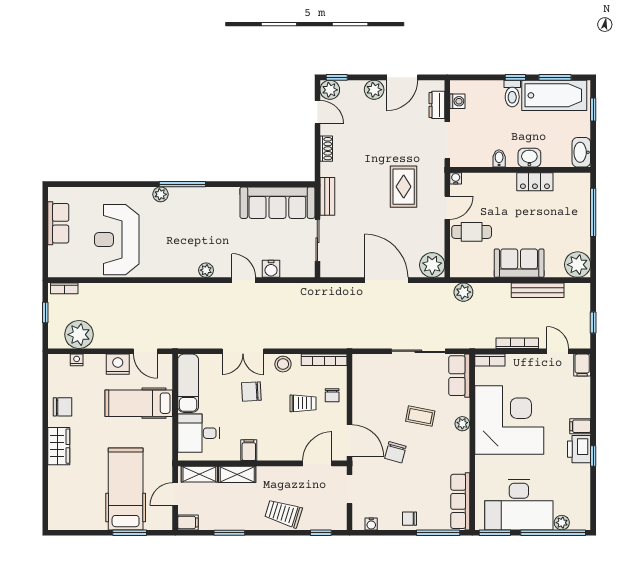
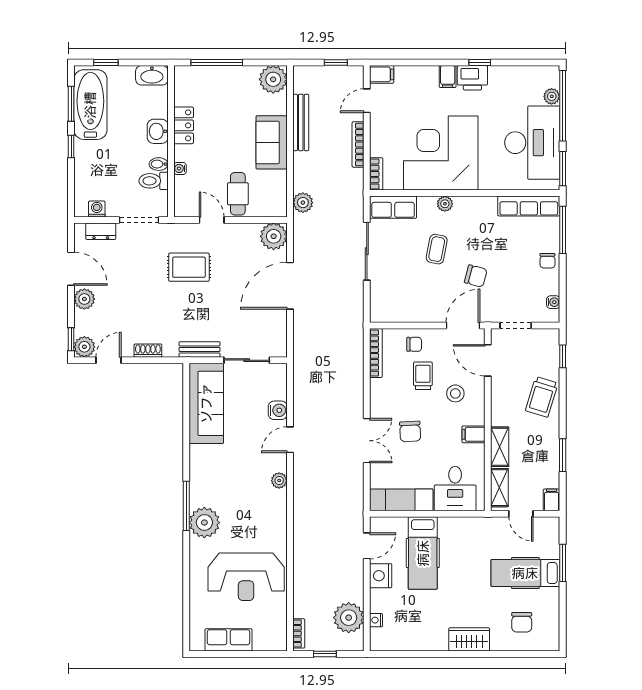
toilet: (512, 93) -> (154, 181), moved, turned 180
water cooler: (456, 178) -> (180, 168), moved
plant: (160, 194) -> (204, 523), width x1.87, depth x1.87
stool: (283, 364) -> (455, 393), moved
chair: (63, 407) -> (522, 622), moved, turned 180
hospital bed: (126, 489) -> (525, 573), width x0.73, depth x0.78

